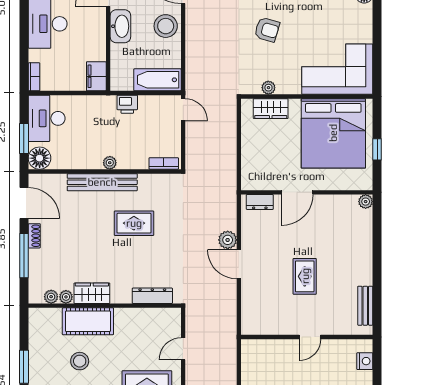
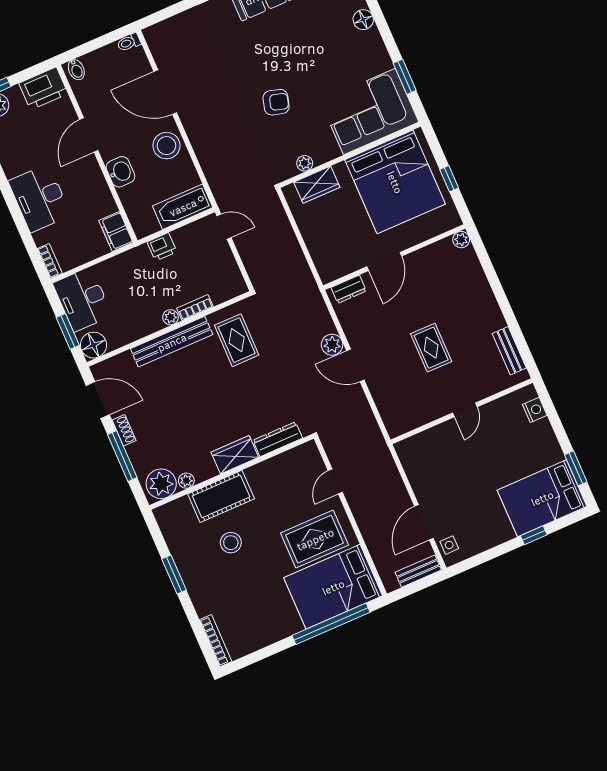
washbasin: (120, 26) -> (120, 172), width x0.72
window: (377, 54) -> (405, 77), added
bookcase: (164, 163) -> (195, 308), moved
rug: (134, 223) -> (237, 340), moved, turned 90
wardrobe: (92, 293) -> (235, 455), moved
plant: (51, 297) -> (161, 484), width x1.88, depth x1.88

